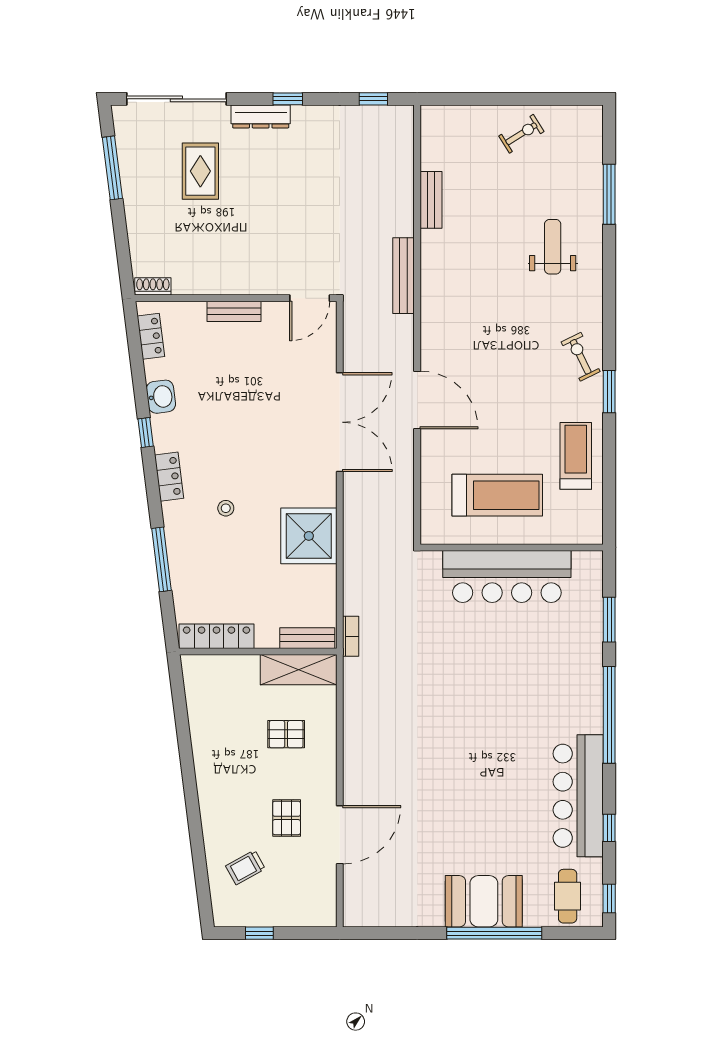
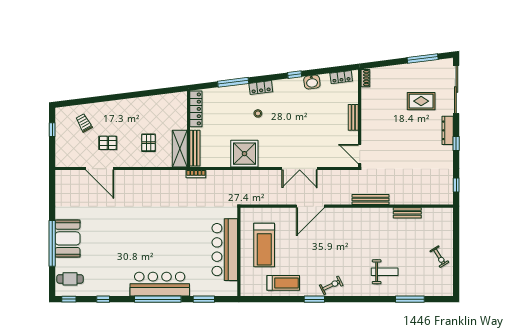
double door: (340, 422) -> (300, 169), width x0.73
locker: (169, 477) -> (261, 88), moved
bench: (307, 638) -> (195, 148), width x1.36
bar counter: (578, 796) -> (160, 284), moved

